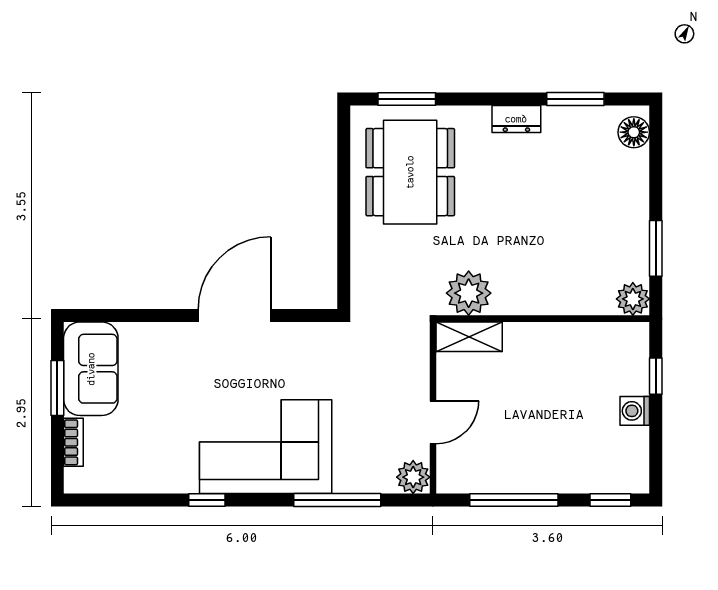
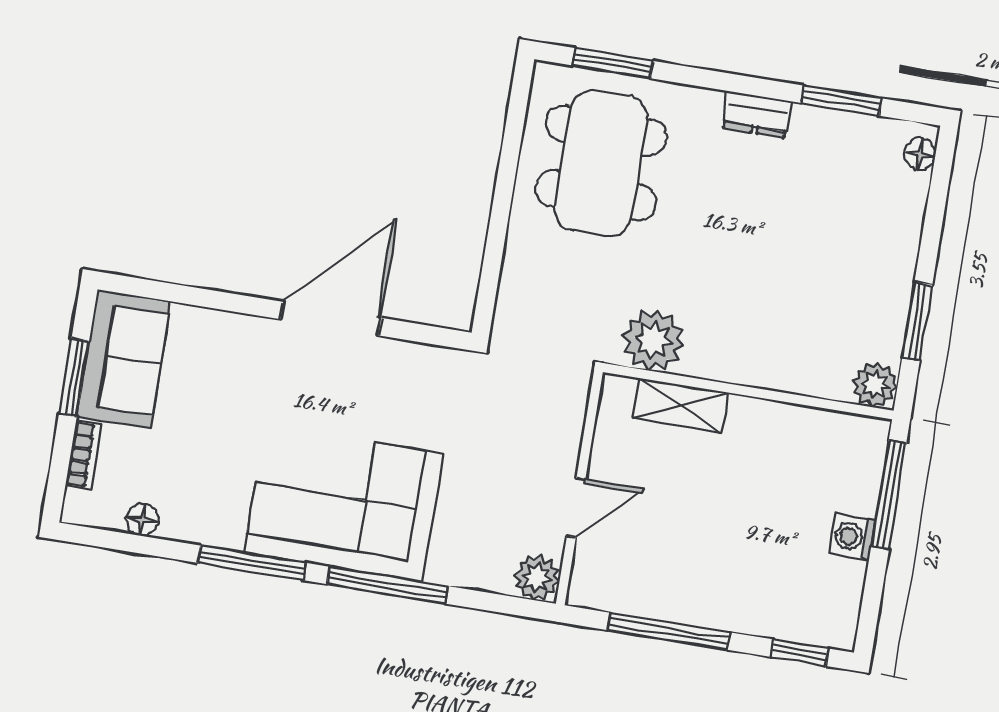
floor lamp: (634, 132) -> (920, 154), width x0.73, depth x0.73
shelving: (469, 337) -> (680, 405), moved
window: (656, 376) -> (889, 494), width x2.17
floor lamp: (123, 482) -> (142, 520), added
window: (207, 500) -> (252, 563), width x2.17
window: (337, 500) -> (388, 585), moved

